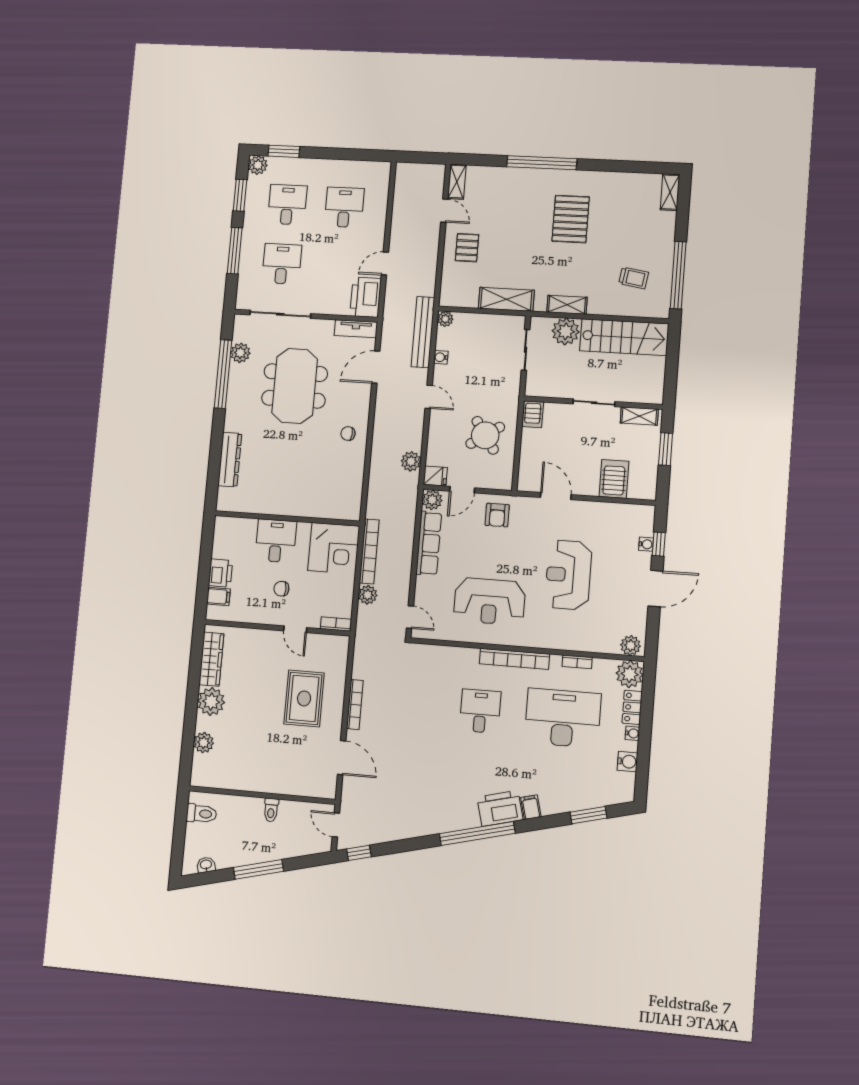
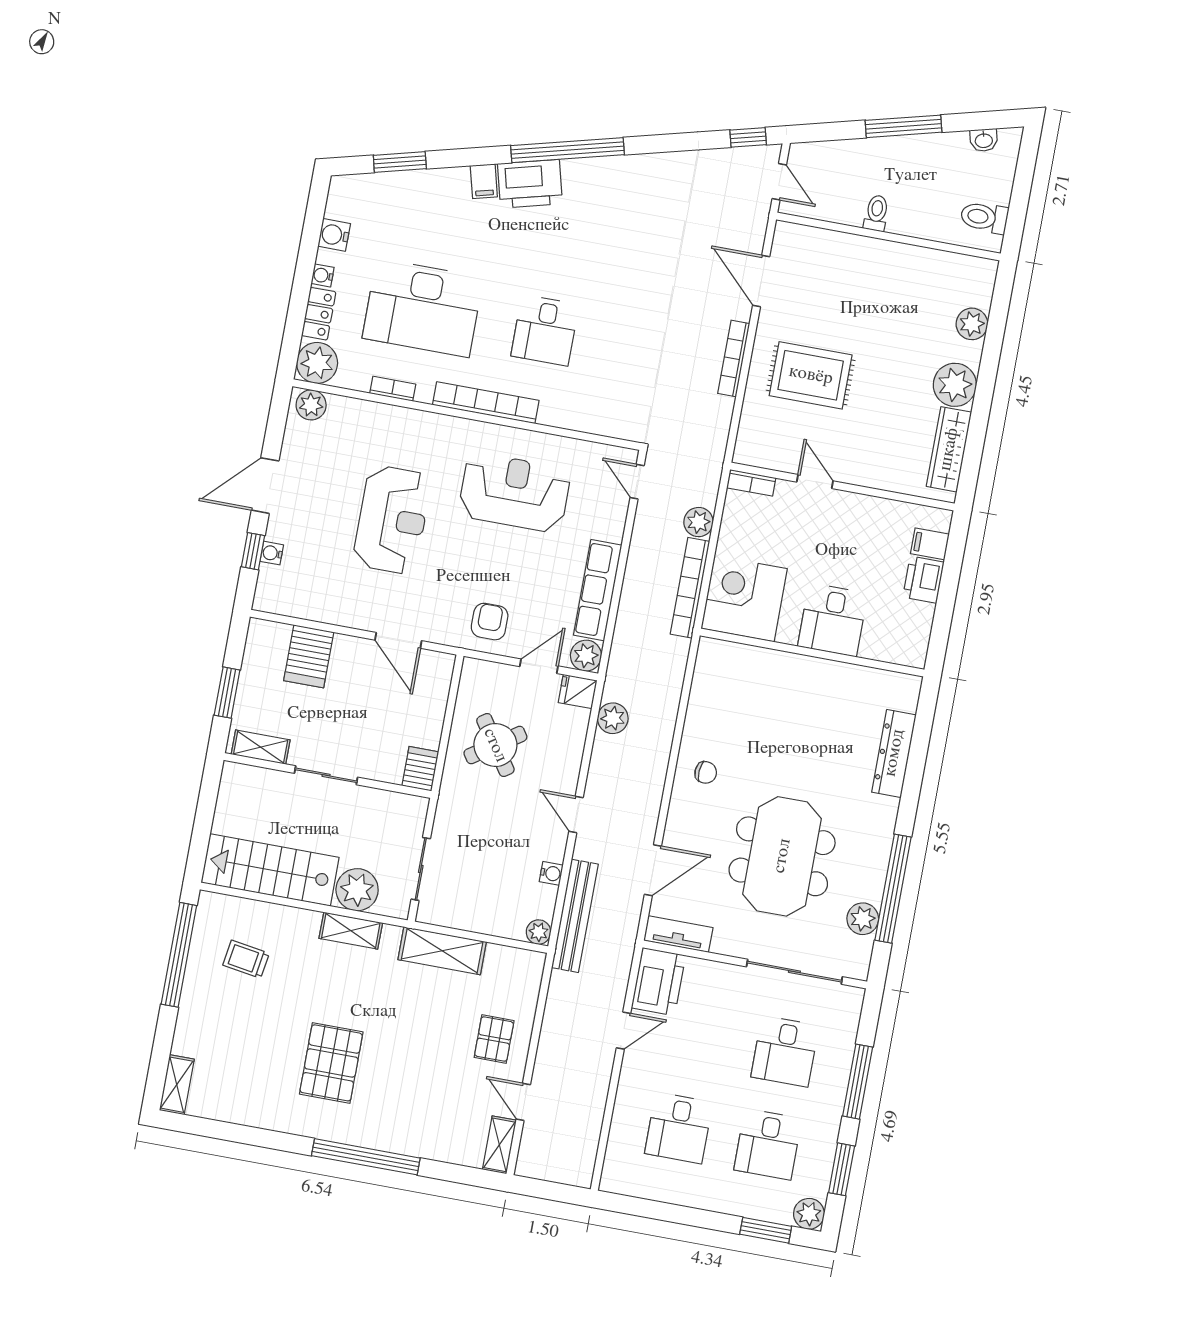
chair: (281, 589) -> (831, 545), removed
rug: (304, 698) -> (811, 375), turned 90

